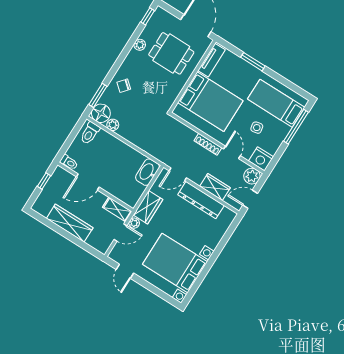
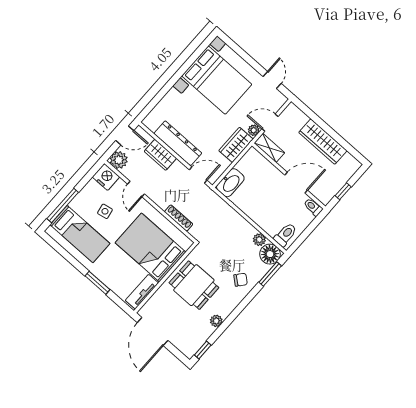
dining table: (171, 53) -> (194, 285), moved
shoe rack: (208, 144) -> (179, 218), moved

